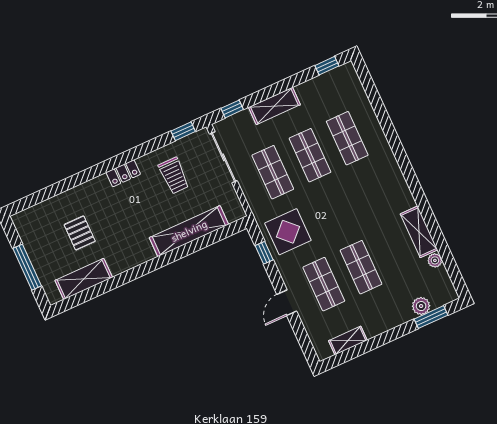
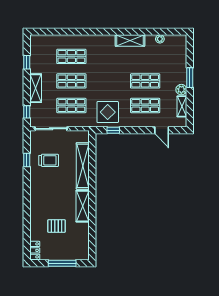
window: (327, 66) -> (27, 62), moved
window: (183, 131) -> (27, 160), moved
locker: (123, 173) -> (35, 250), moved
shelving: (419, 232) -> (130, 41), moved
shelving: (84, 279) -> (83, 206), moved
door: (287, 303) -> (162, 130), moved
plant: (421, 306) -> (181, 90), moved
window: (431, 317) -> (190, 78), moved

